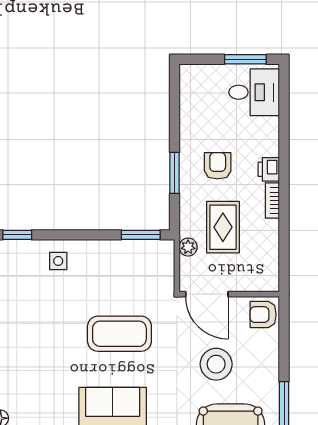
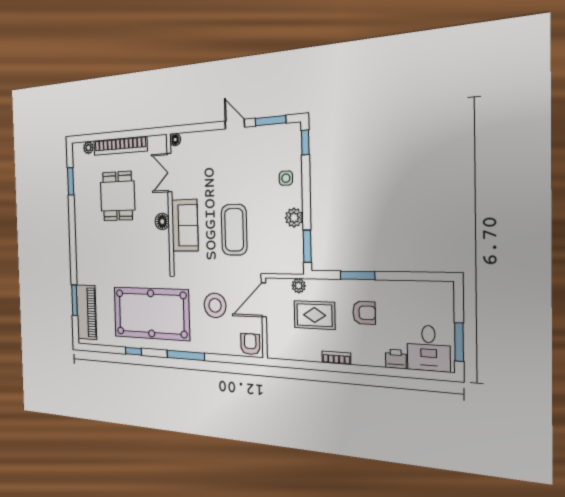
printer: (269, 169) -> (396, 359), moved
plant: (106, 251) -> (294, 218), added

